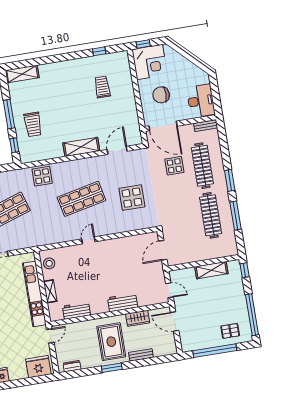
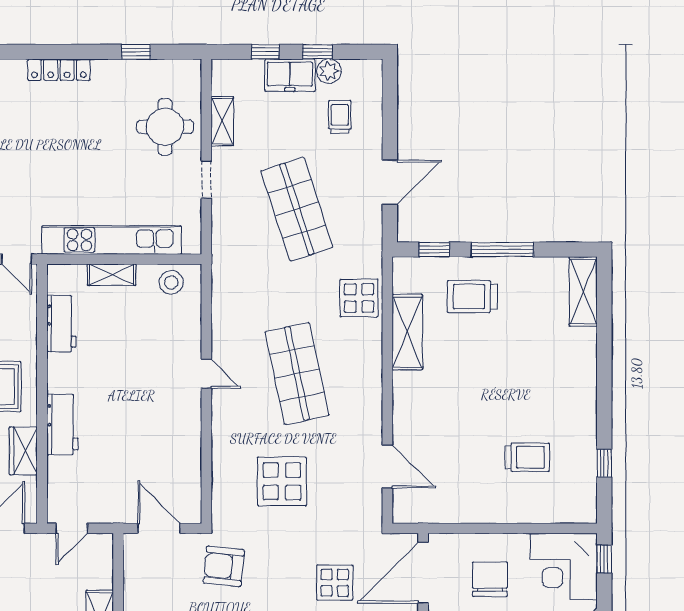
shelving: (81, 147) -> (407, 332), moved
armchair: (175, 218) -> (224, 566), added

